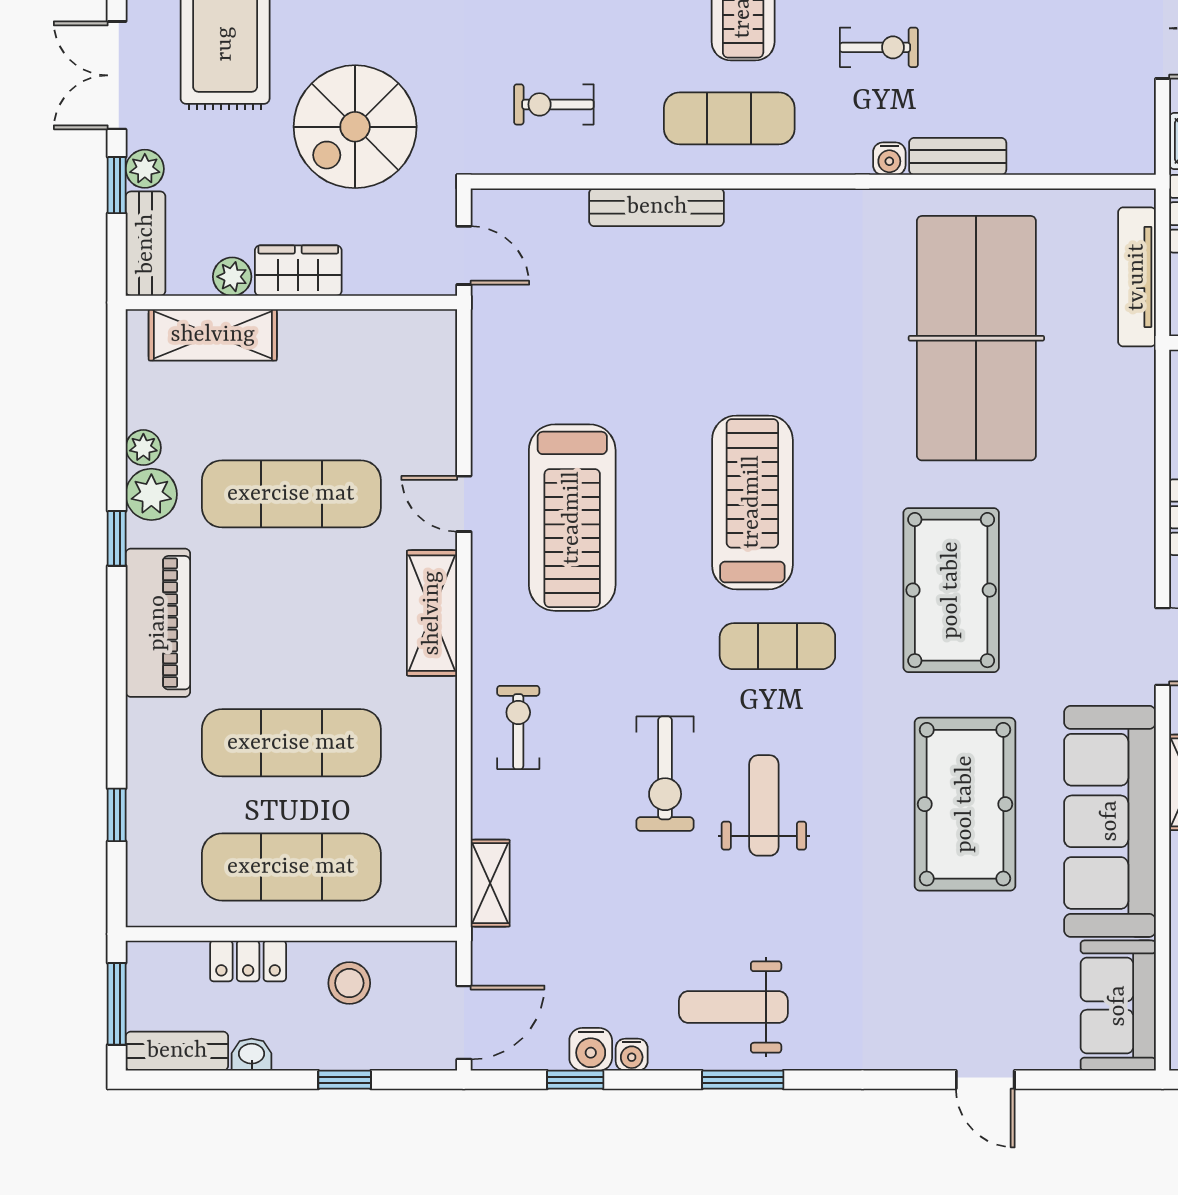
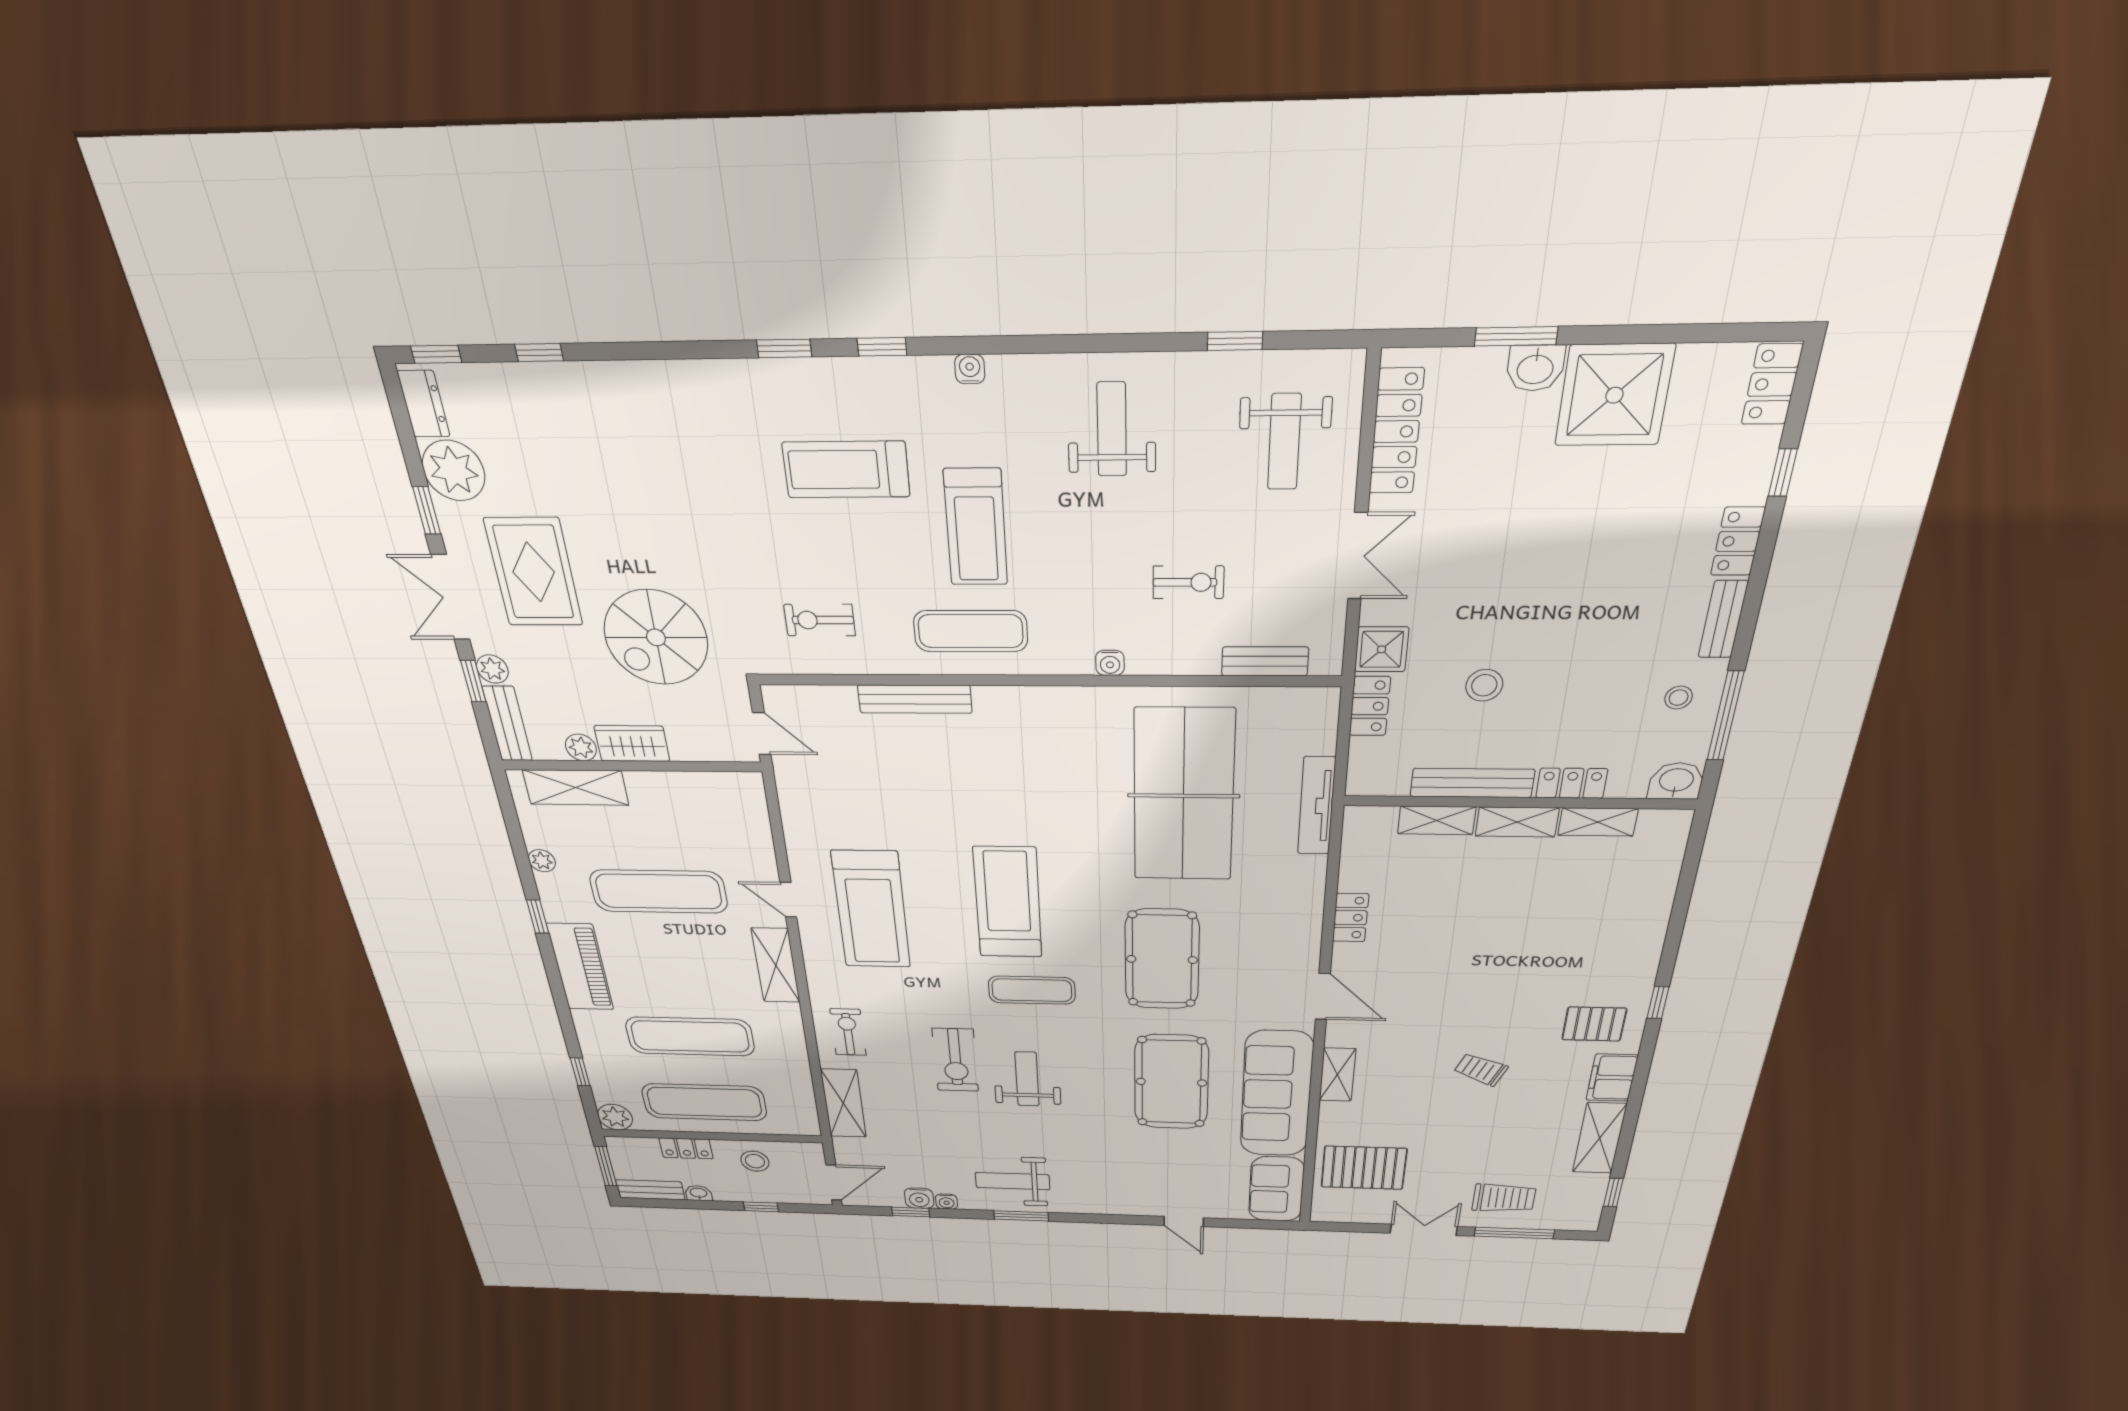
exercise bike: (879, 47) -> (1188, 582), moved
bench: (958, 156) -> (1265, 661), moved
tv unit: (1137, 277) -> (1316, 806), moved
plant: (151, 494) -> (615, 1117), moved
shelving: (490, 883) -> (843, 1103), width x1.50, depth x1.33

